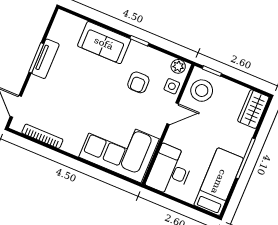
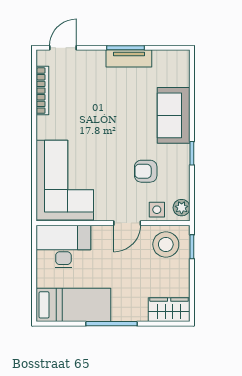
door: (173, 114) -> (127, 223), hinge flipped

